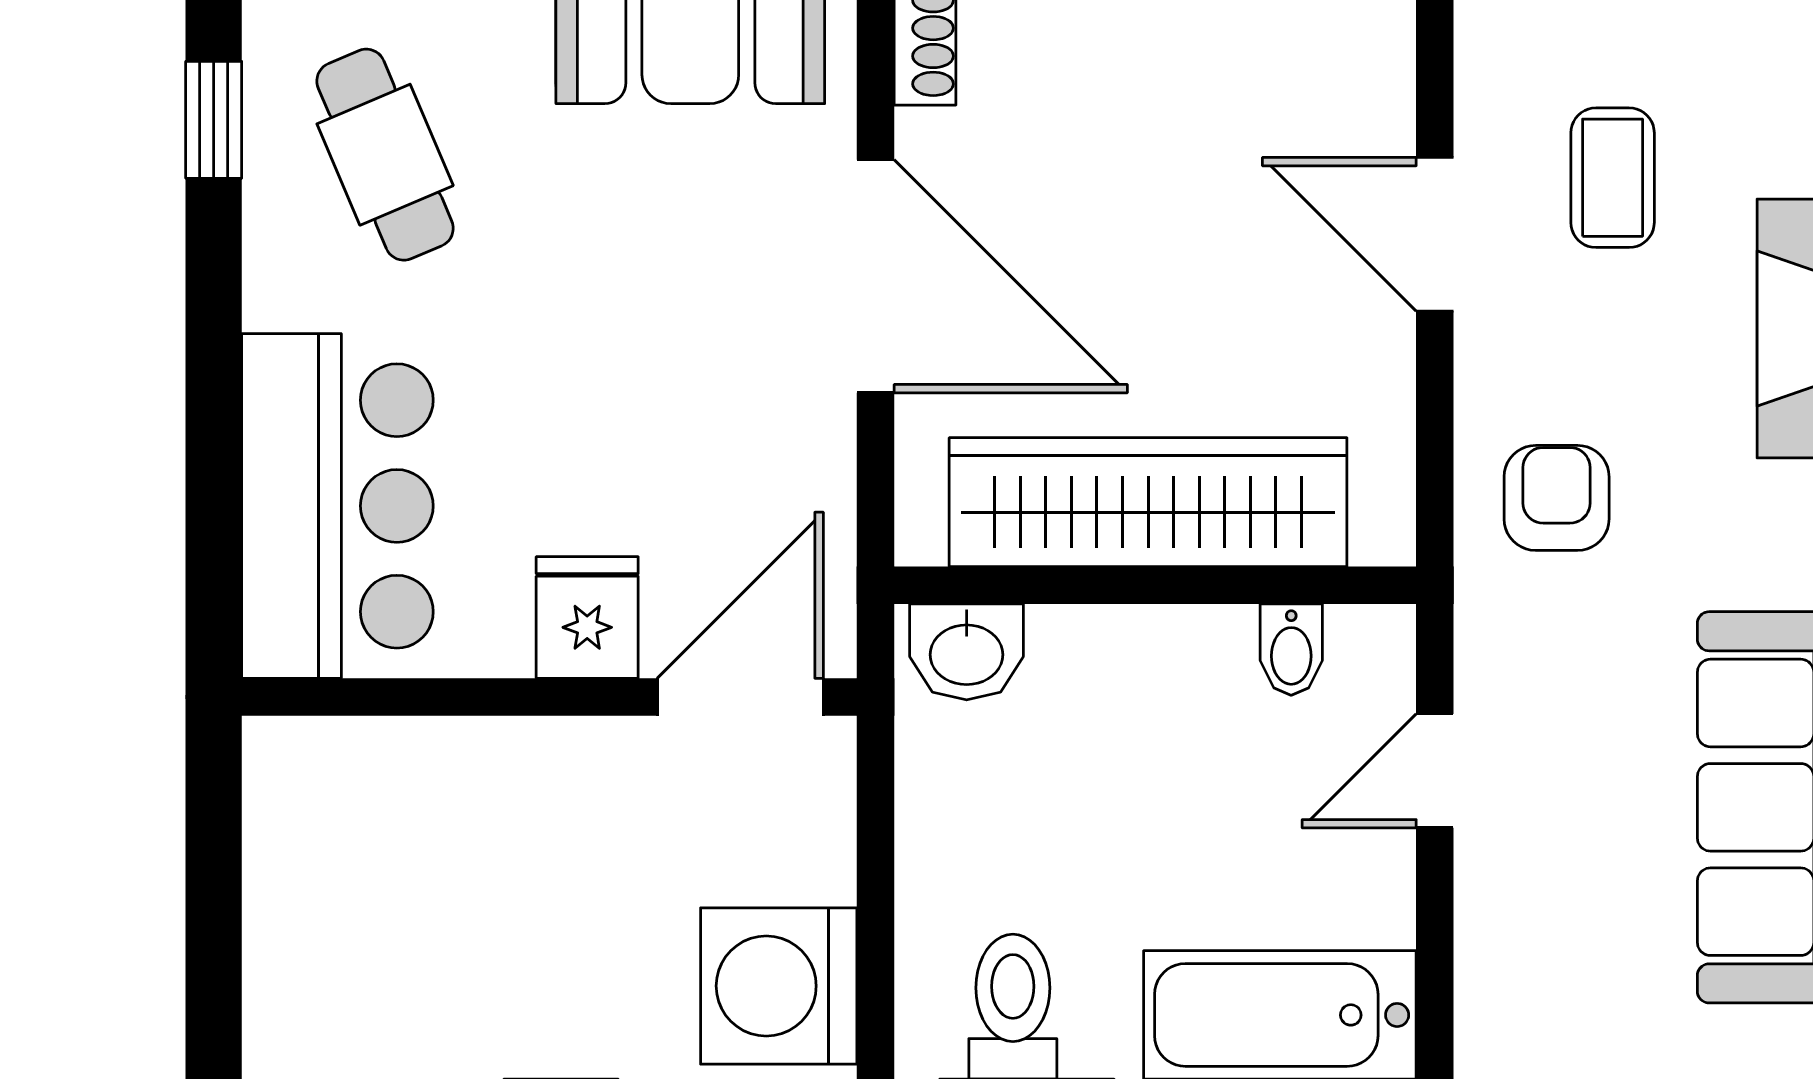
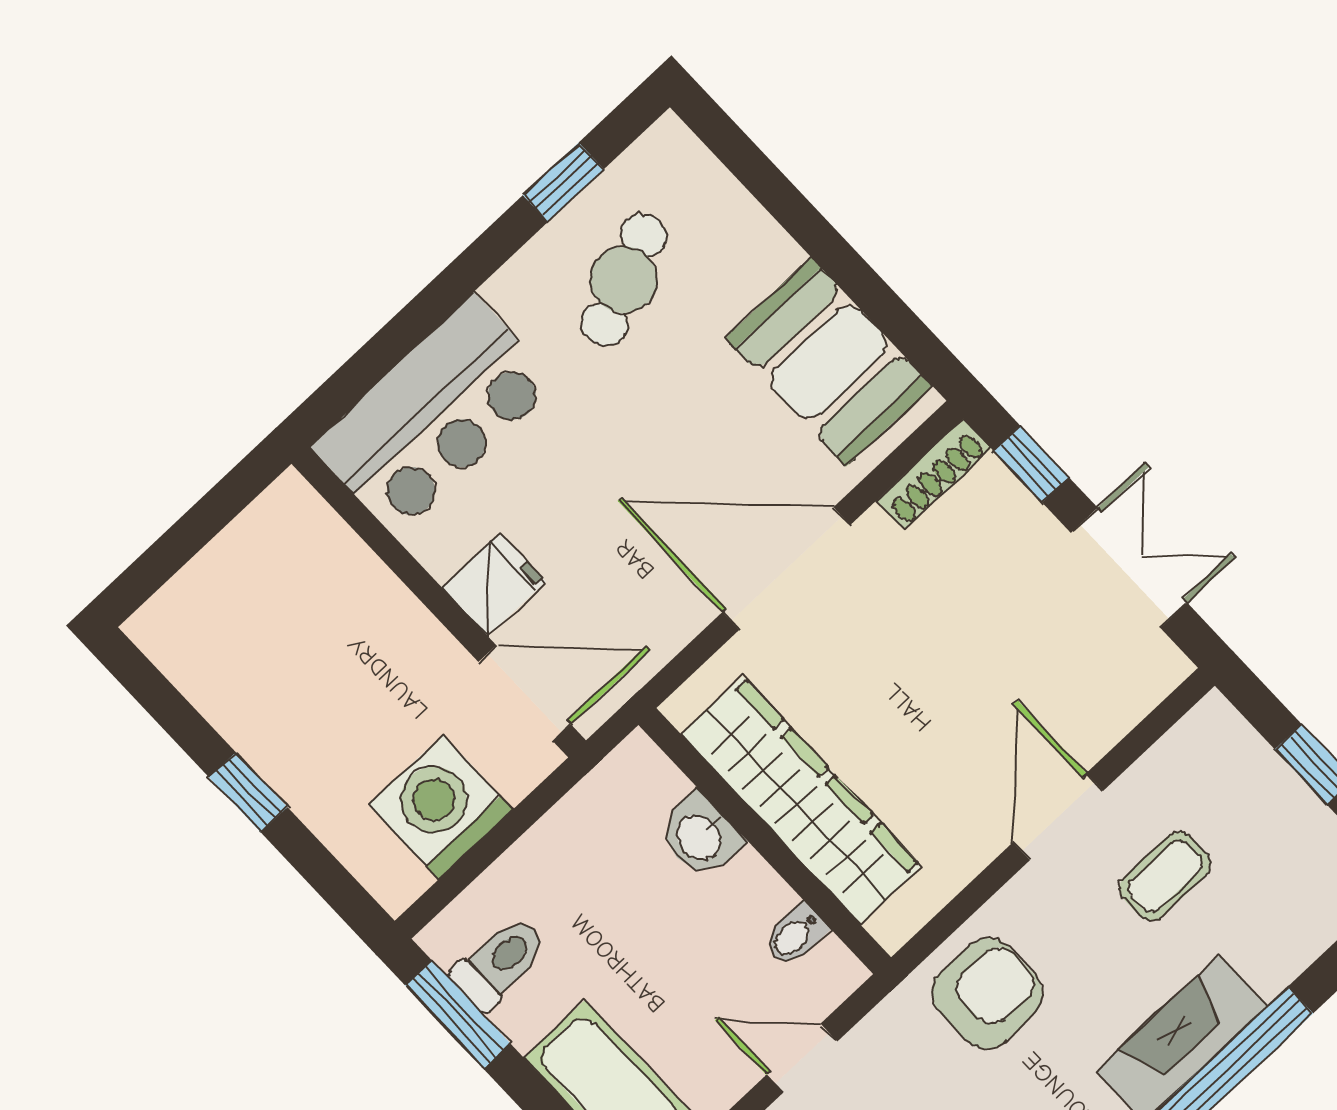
door: (876, 276) -> (786, 569), swing flipped
armchair: (1557, 498) -> (987, 993), width x1.38, depth x1.38
washbasin: (967, 652) -> (700, 836), moved
washing machine: (779, 986) -> (441, 807), moved

